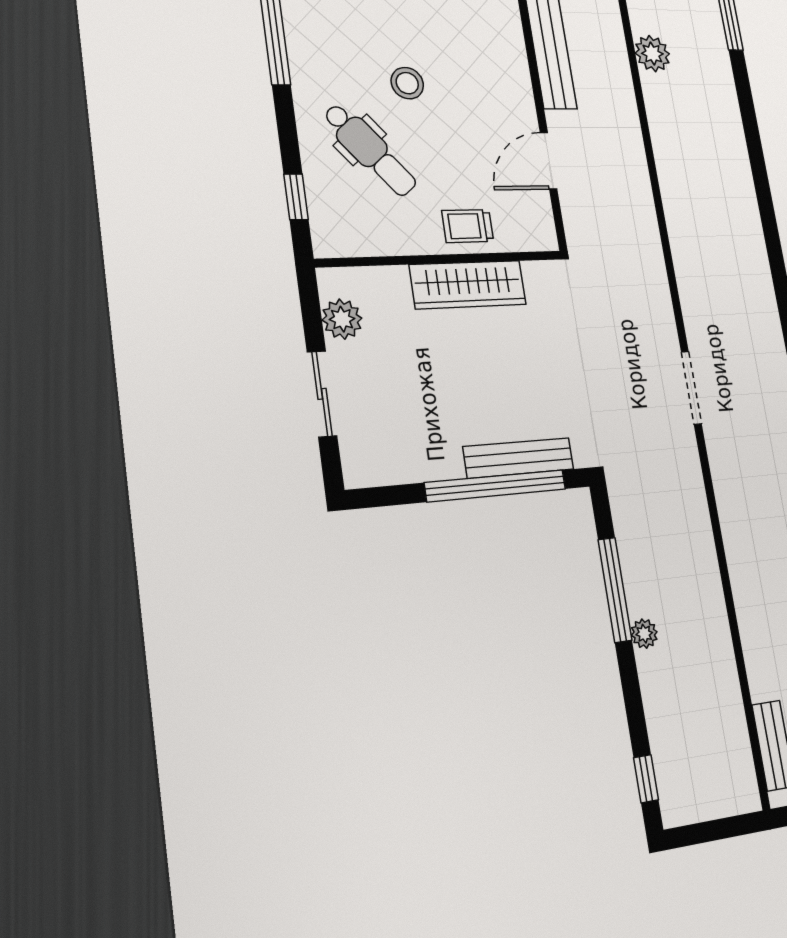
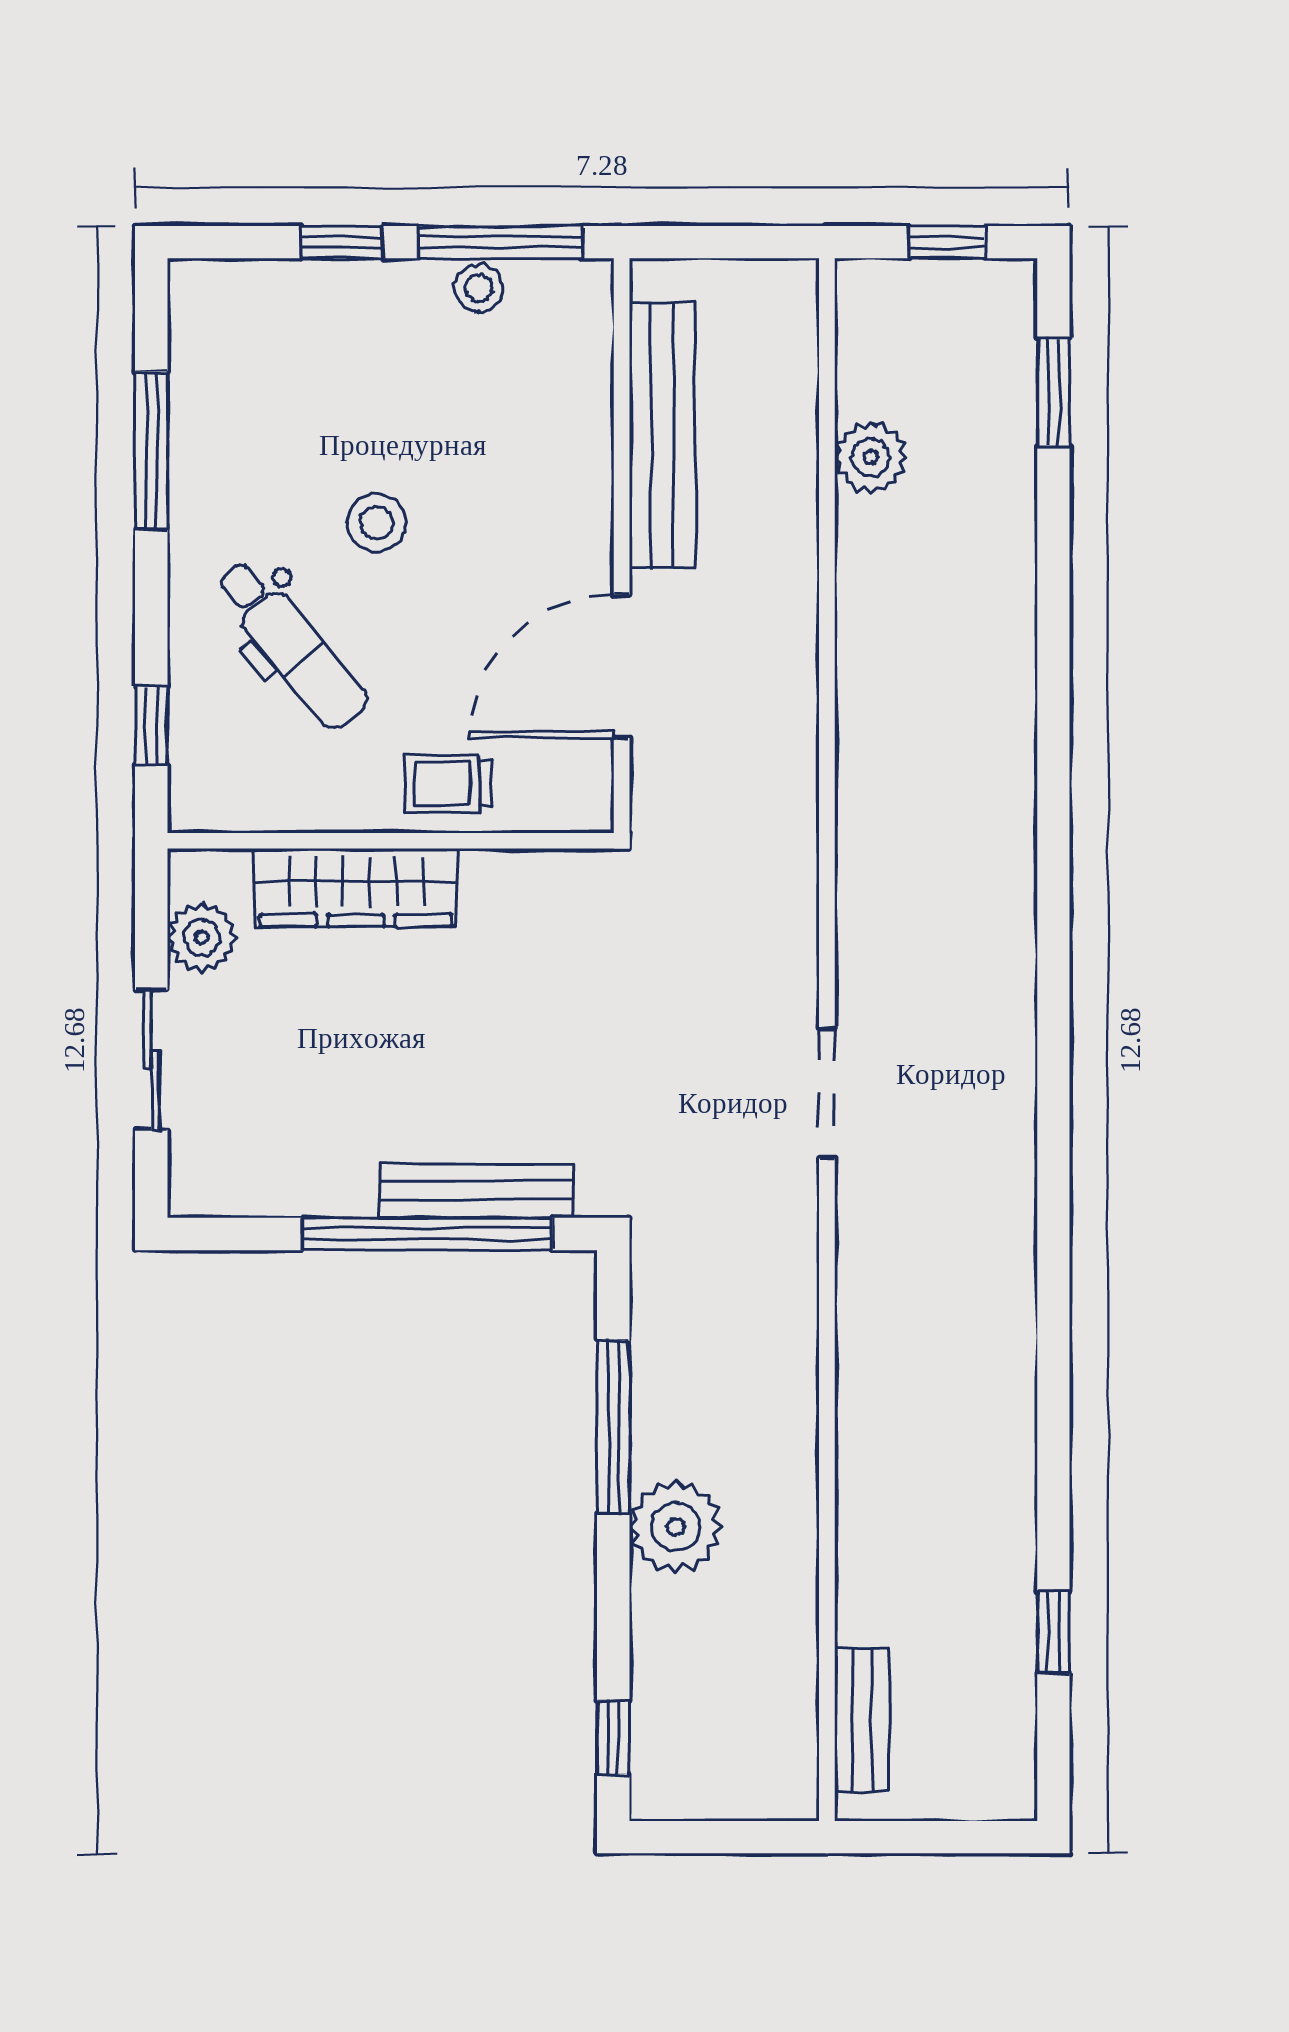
door: (549, 161) -> (622, 666), width x1.36
wardrobe: (468, 285) -> (356, 888), moved
plant: (644, 634) -> (676, 1527), width x1.87, depth x1.87

